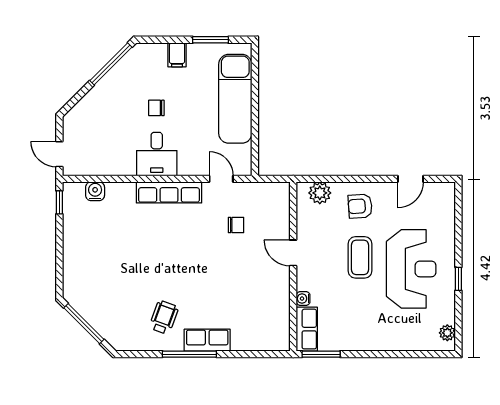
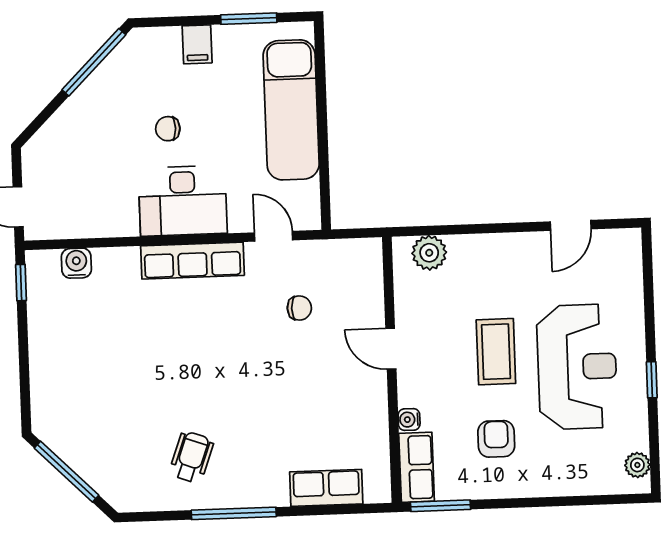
desk: (157, 154) -> (183, 201), width x1.37
armchair: (360, 206) -> (496, 439), moved, turned 94
row of seats: (207, 340) -> (326, 488), moved

